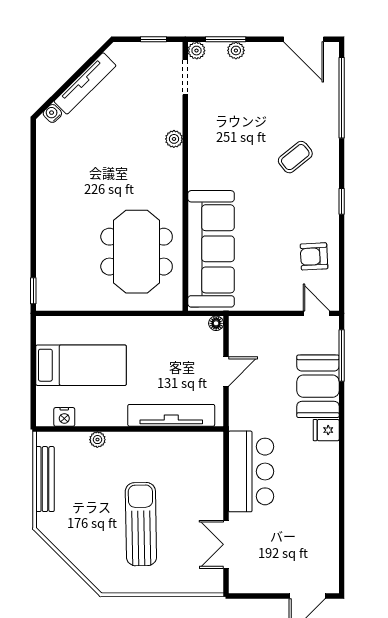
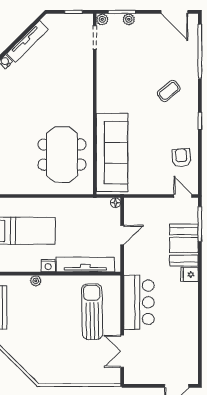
plant: (174, 139) -> (87, 79), removed
armchair: (314, 256) -> (181, 158), turned 89
nightstand: (64, 417) -> (48, 266), moved
sun lounger: (141, 524) -> (92, 312), moved

